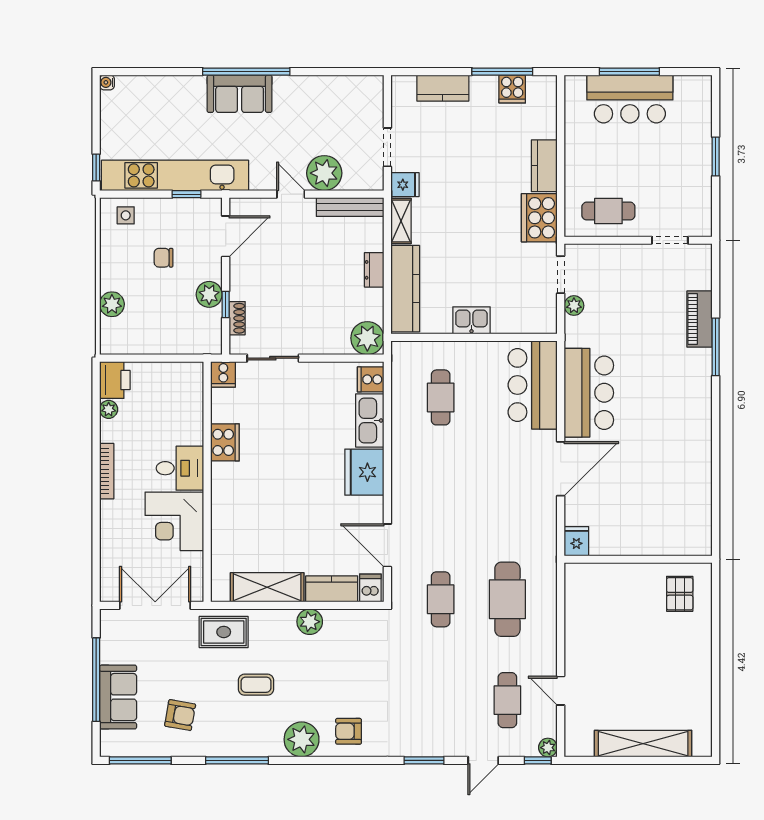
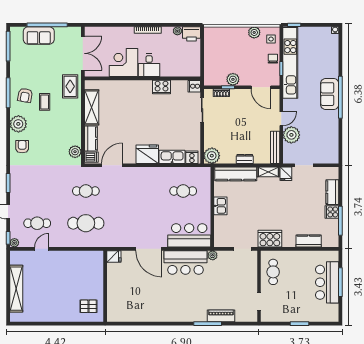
cooker: (512, 89) -> (332, 212), moved
kitchen counter: (544, 166) -> (309, 241), moved
chair: (164, 258) -> (273, 59), moved
plant: (112, 304) -> (254, 32), moved
plant: (574, 306) -> (213, 255), moved
plant: (310, 622) -> (75, 152), moved
armchair: (180, 715) -> (25, 95), moved

